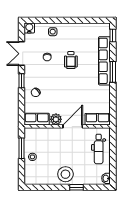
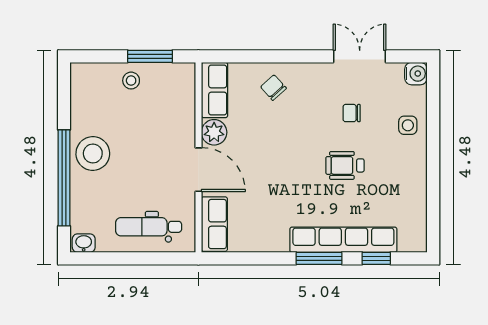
window: (113, 36) -> (376, 258), moved
window: (22, 81) -> (299, 56), removed
window: (77, 187) -> (64, 178), width x3.17

